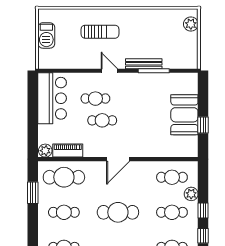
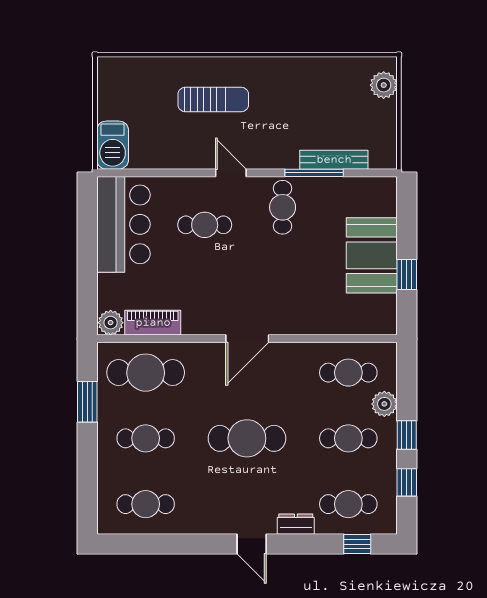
barbecue: (46, 35) -> (113, 145), moved
bench: (144, 64) -> (334, 160), moved
cafe table: (102, 120) -> (283, 207), moved, turned 90

